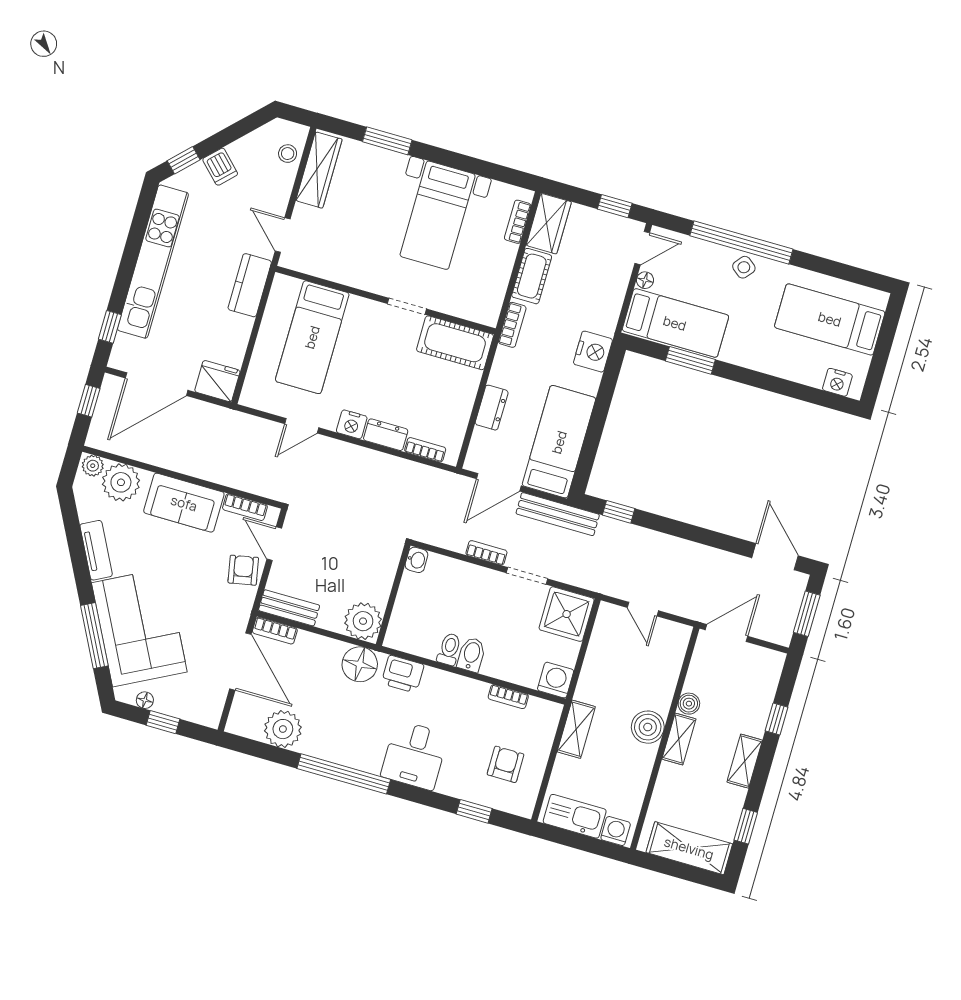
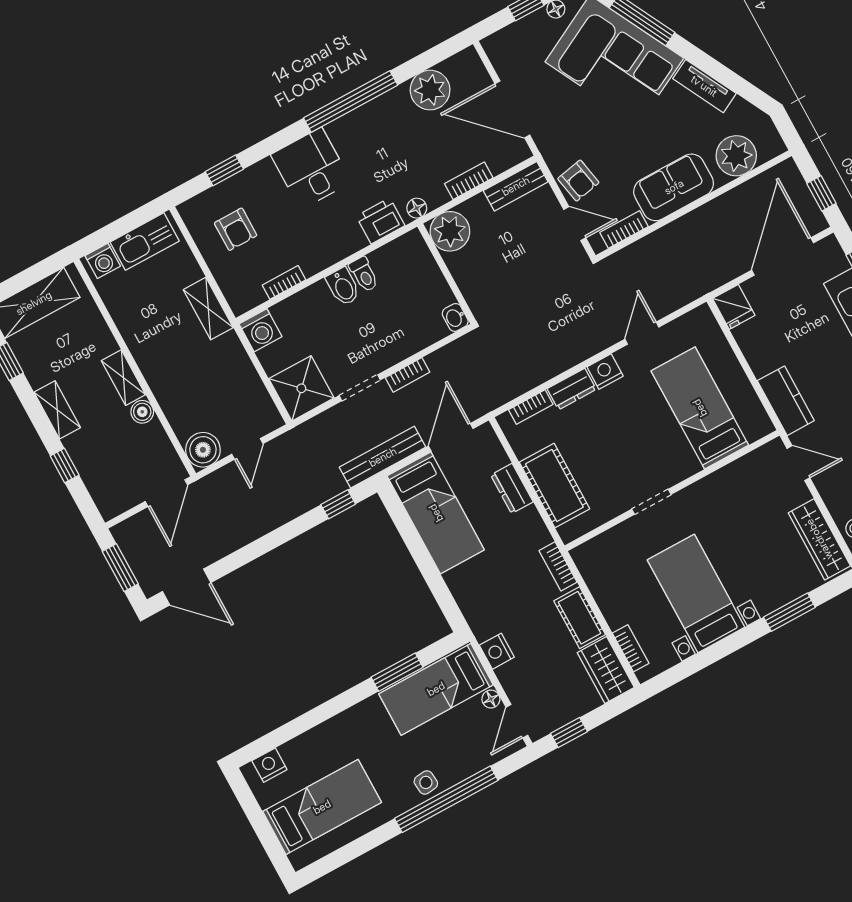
side table: (744, 267) -> (426, 782), turned 45
cot: (455, 343) -> (554, 486), moved, turned 90
nightstand: (593, 352) -> (497, 651), moved, width x0.74, depth x0.75
fridge: (217, 381) -> (734, 307), width x0.72
plant: (93, 466) -> (770, 147), removed
door: (643, 609) -> (247, 449), swing flipped
bookcase: (275, 631) -> (469, 181), moved
floor lamp: (360, 664) -> (417, 208), width x0.53, depth x0.53
boiler: (648, 727) -> (203, 450), moved

